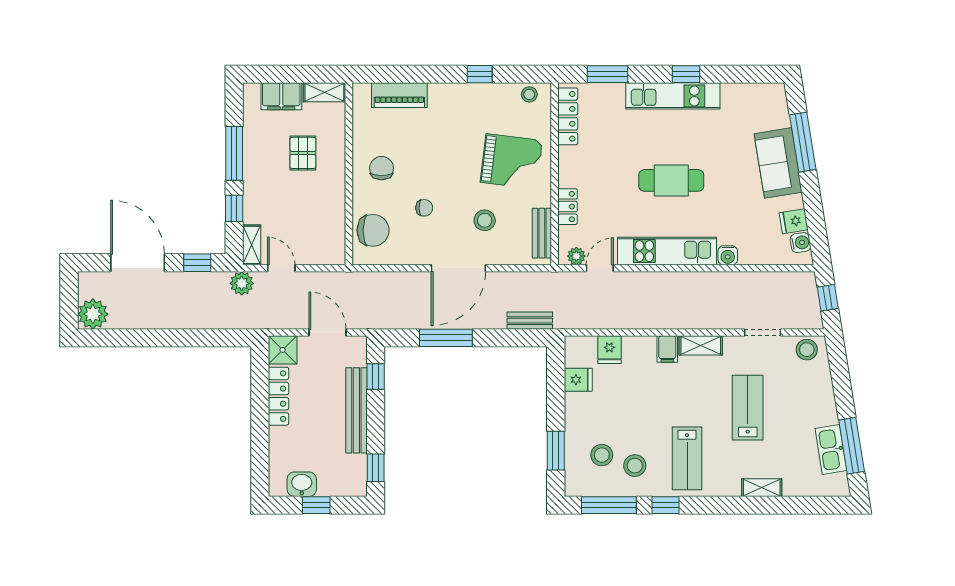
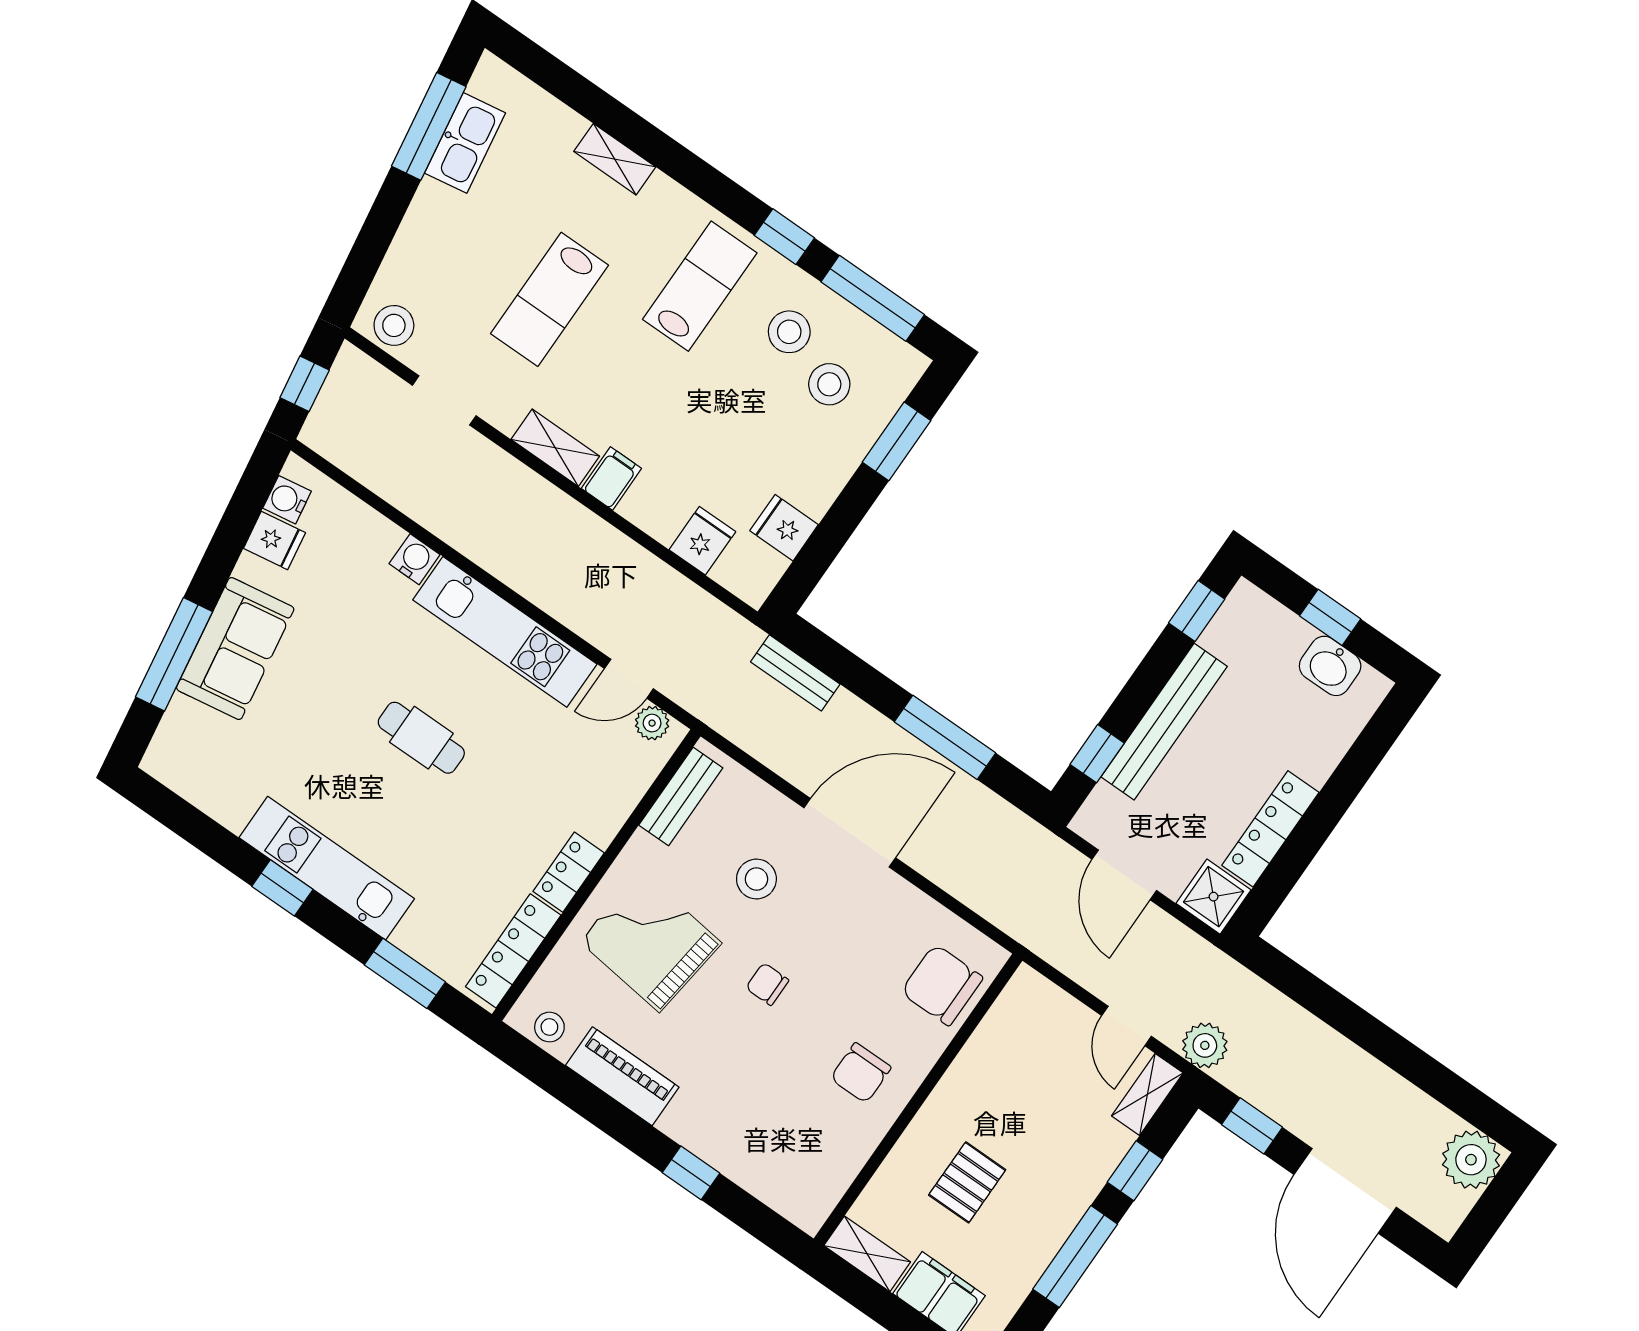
window: (480, 74) -> (691, 1173), moved
piano: (399, 95) -> (622, 1076), moved
cafe table: (671, 180) -> (421, 738), width x0.73, depth x0.74
locker: (567, 207) -> (569, 872), moved
chair: (424, 208) -> (767, 984), moved

